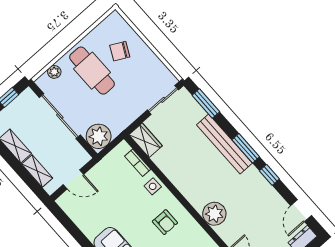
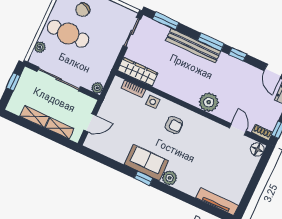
plant: (99, 136) -> (97, 88), width x0.53, depth x0.53
wardrobe: (146, 140) -> (138, 72), width x1.50

